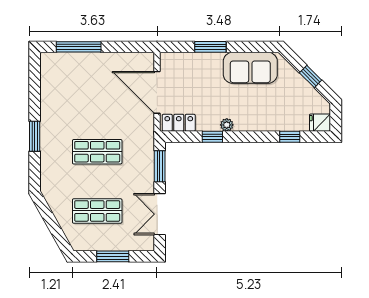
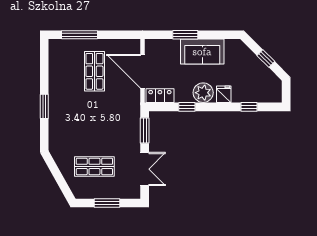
sofa: (250, 68) -> (202, 52), moved
fridge: (320, 123) -> (224, 94), moved, turned 90
plant: (227, 125) -> (203, 93), width x1.87, depth x1.87
shop shelf: (97, 152) -> (94, 71), moved, turned 90
double door: (160, 214) -> (145, 169), swing flipped

